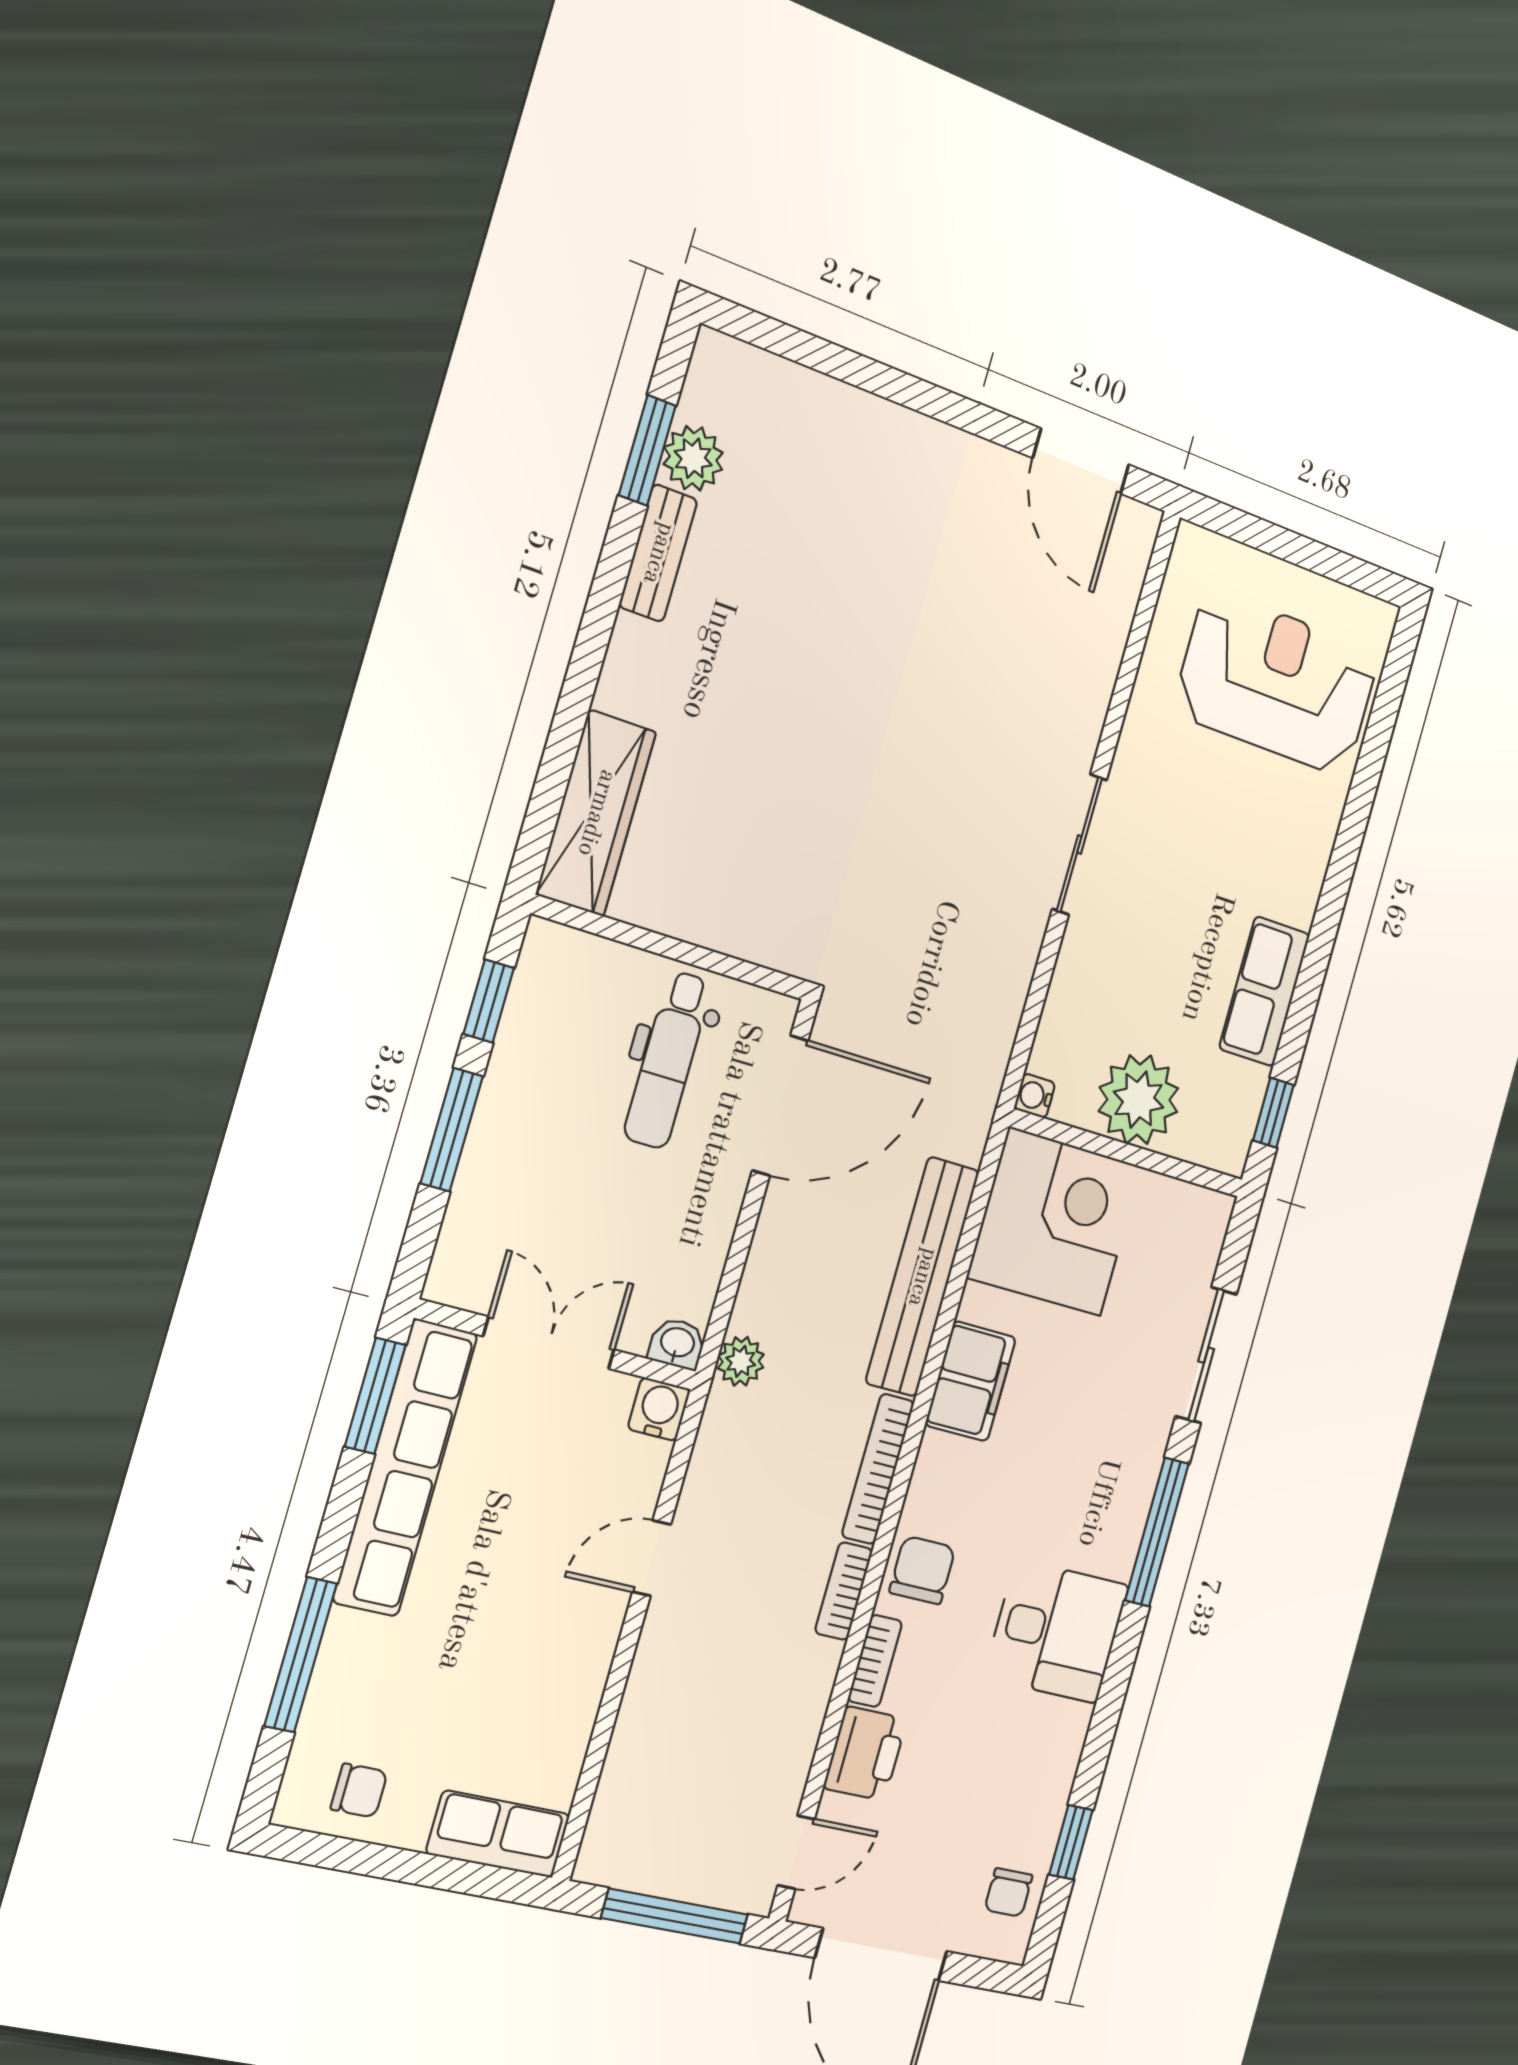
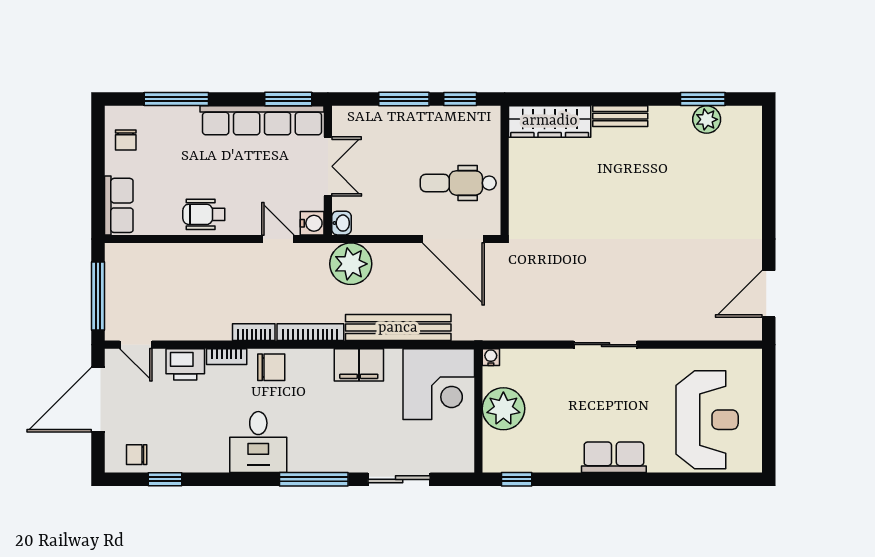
bench: (658, 553) -> (620, 116), moved
row of seats: (1265, 991) -> (614, 457), moved
plant: (741, 1361) -> (351, 264), width x1.87, depth x1.87
door: (652, 1558) -> (278, 239), moved
wheelchair: (572, 1646) -> (204, 214), added

